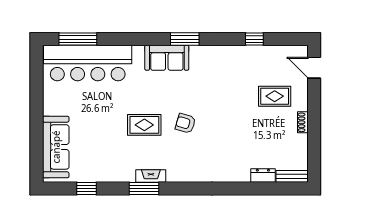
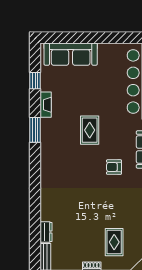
armchair: (185, 123) -> (114, 167), moved, turned -106
fireplace: (151, 176) -> (46, 105), moved

